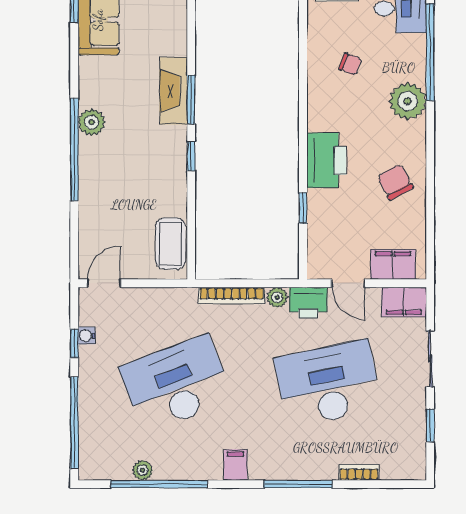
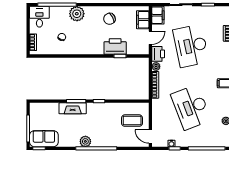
printer: (327, 160) -> (115, 47), moved
coffee table: (171, 244) -> (132, 121), moved

